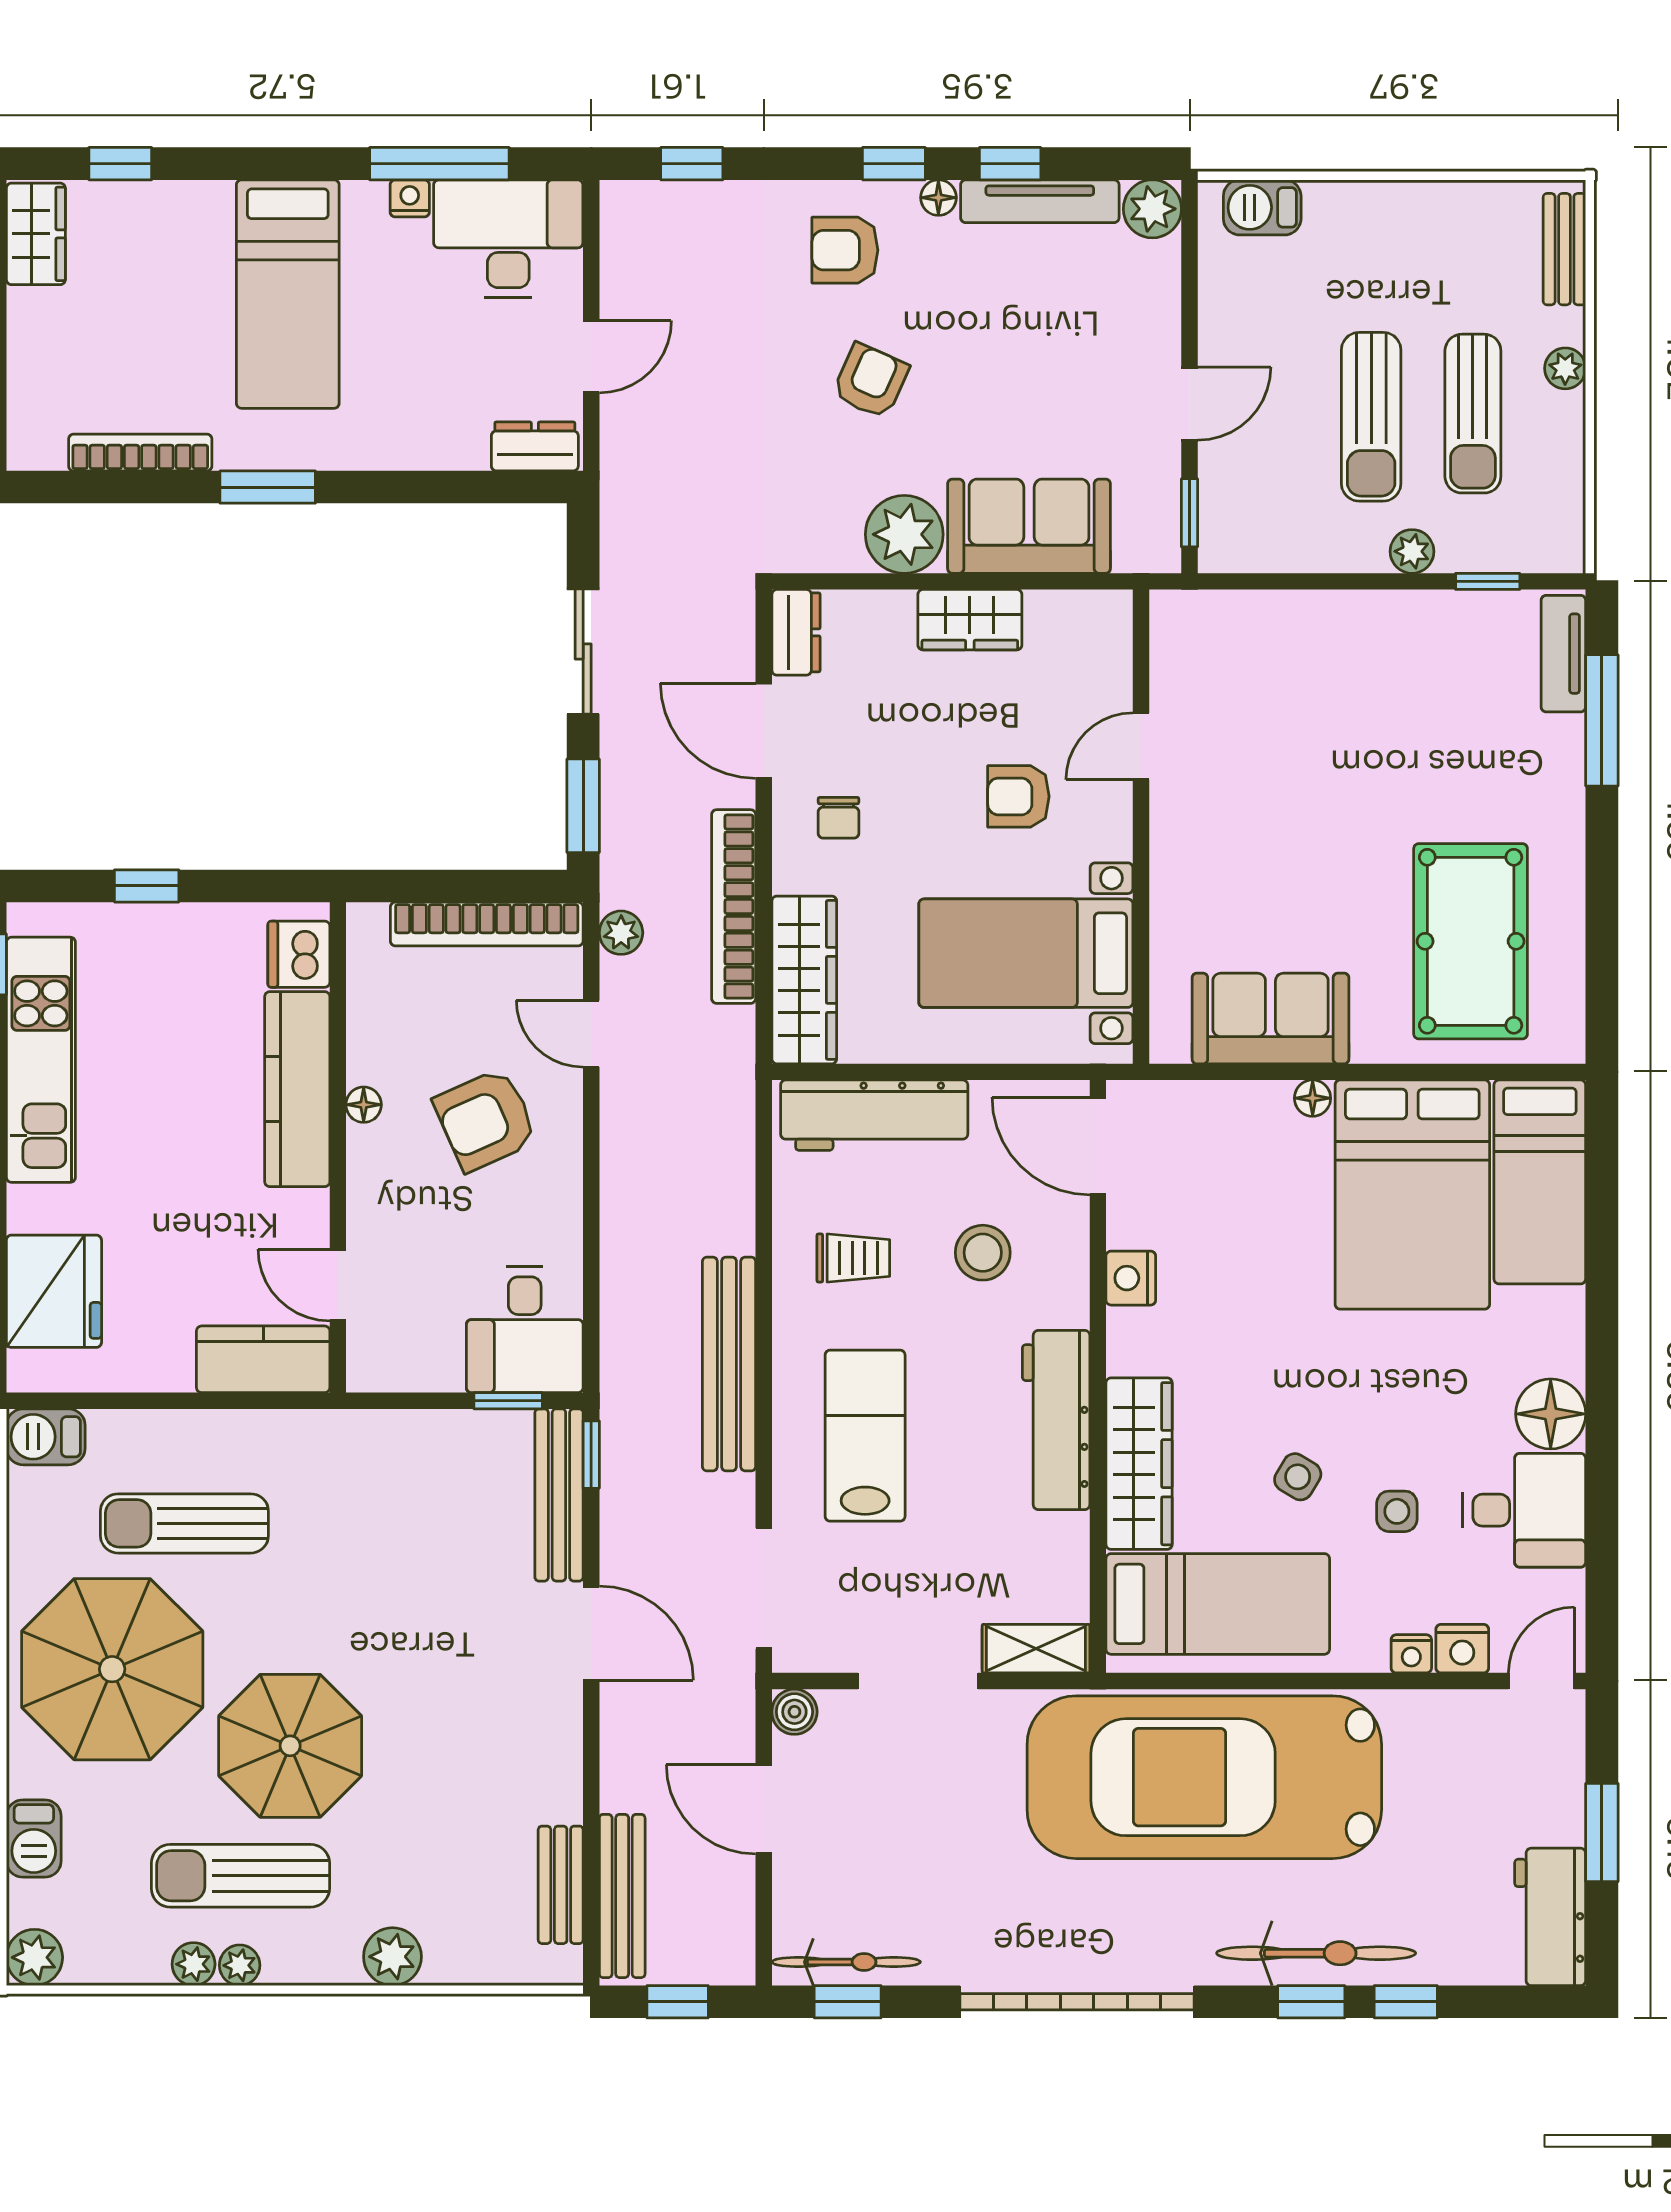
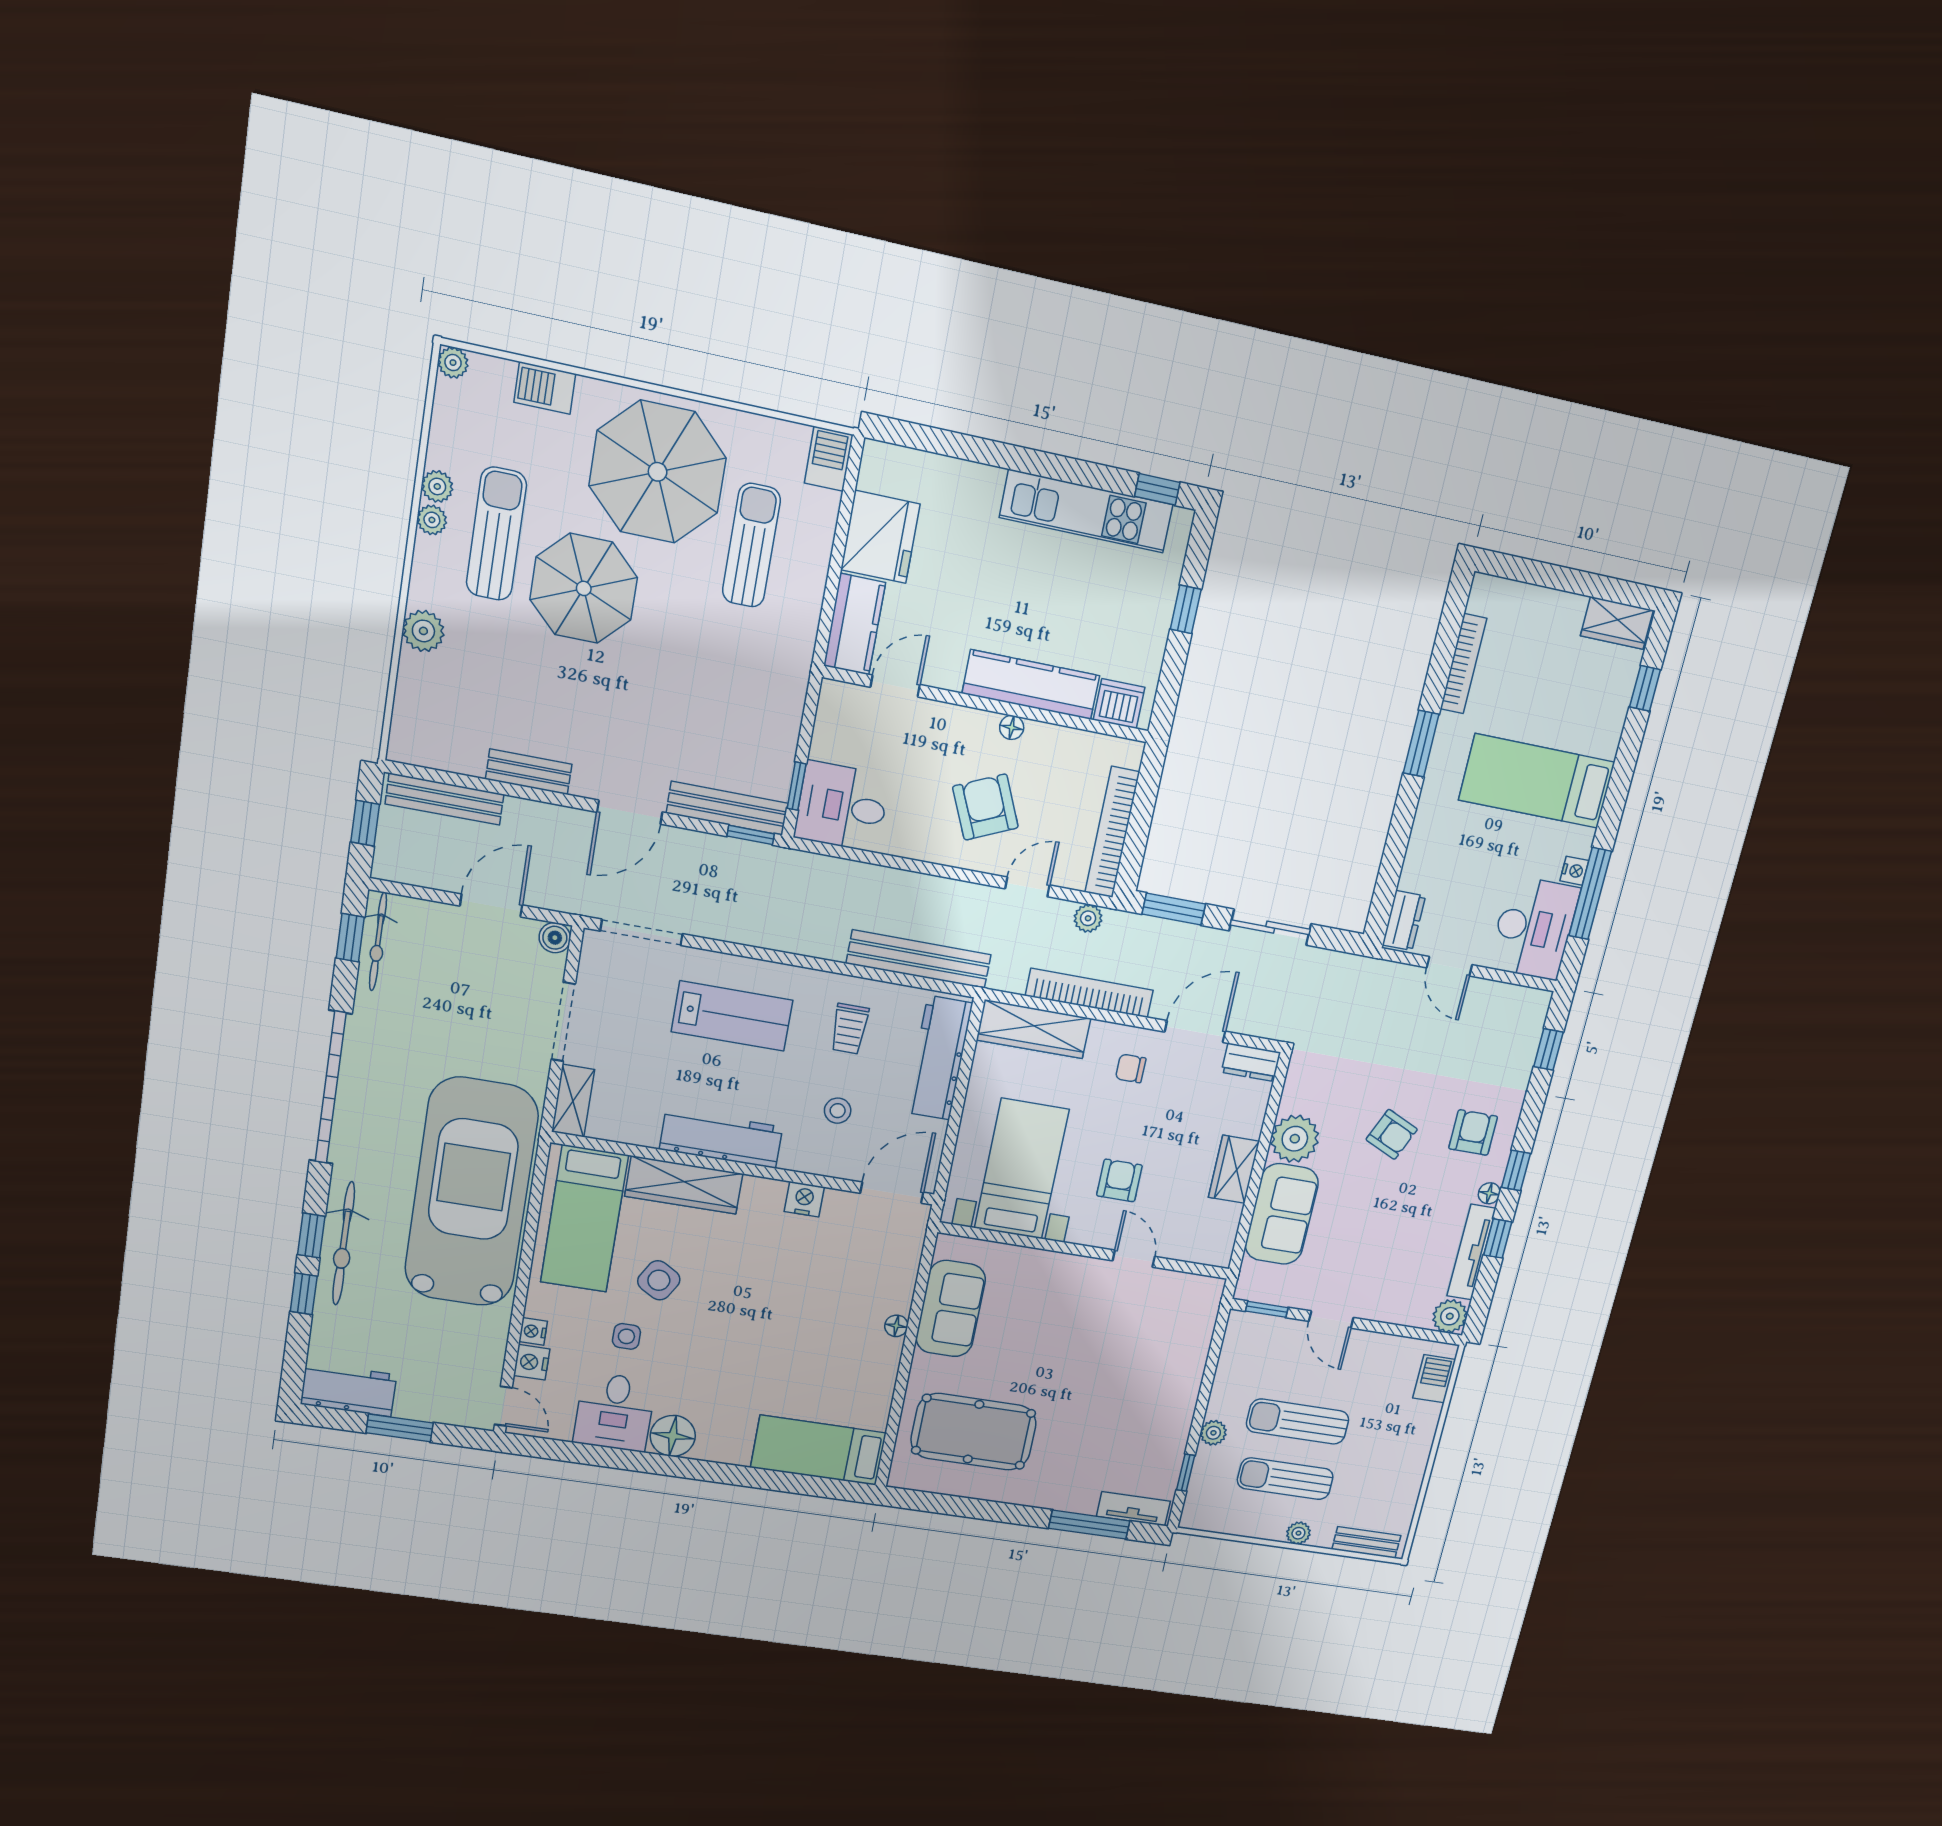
bed: (1412, 1195) -> (825, 1375), removed
stool: (983, 1253) -> (838, 1111), width x0.73, depth x0.73
fridge: (54, 1291) -> (880, 537), moved, turned -90
bench: (729, 1364) -> (919, 959), moved
side table: (1298, 1477) -> (659, 1280), width x1.37, depth x1.37
bench: (561, 1885) -> (529, 772), moved
plant: (34, 1957) -> (453, 363), width x0.73, depth x0.73

